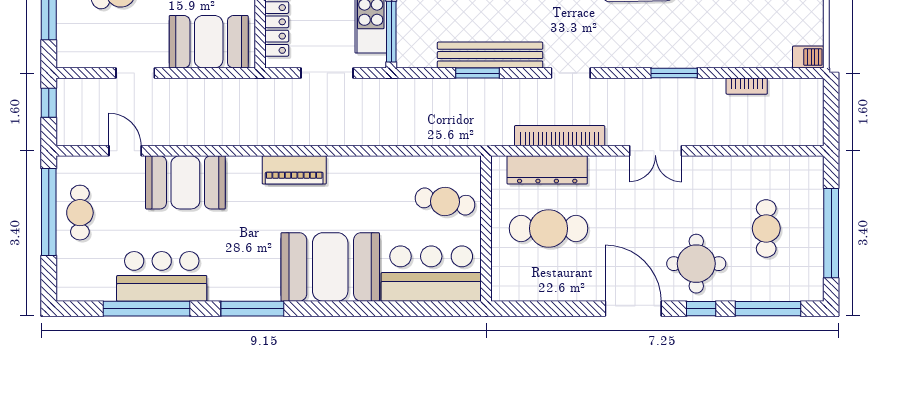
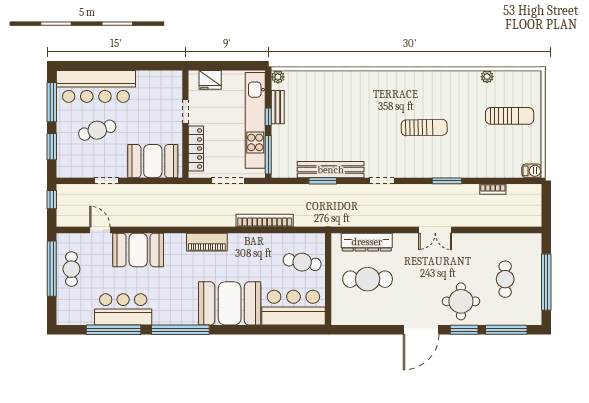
bookcase: (560, 136) -> (265, 220), moved
window: (252, 309) -> (180, 330), width x1.46
door: (633, 309) -> (421, 330), swing flipped
window: (701, 309) -> (464, 330), width x1.50

